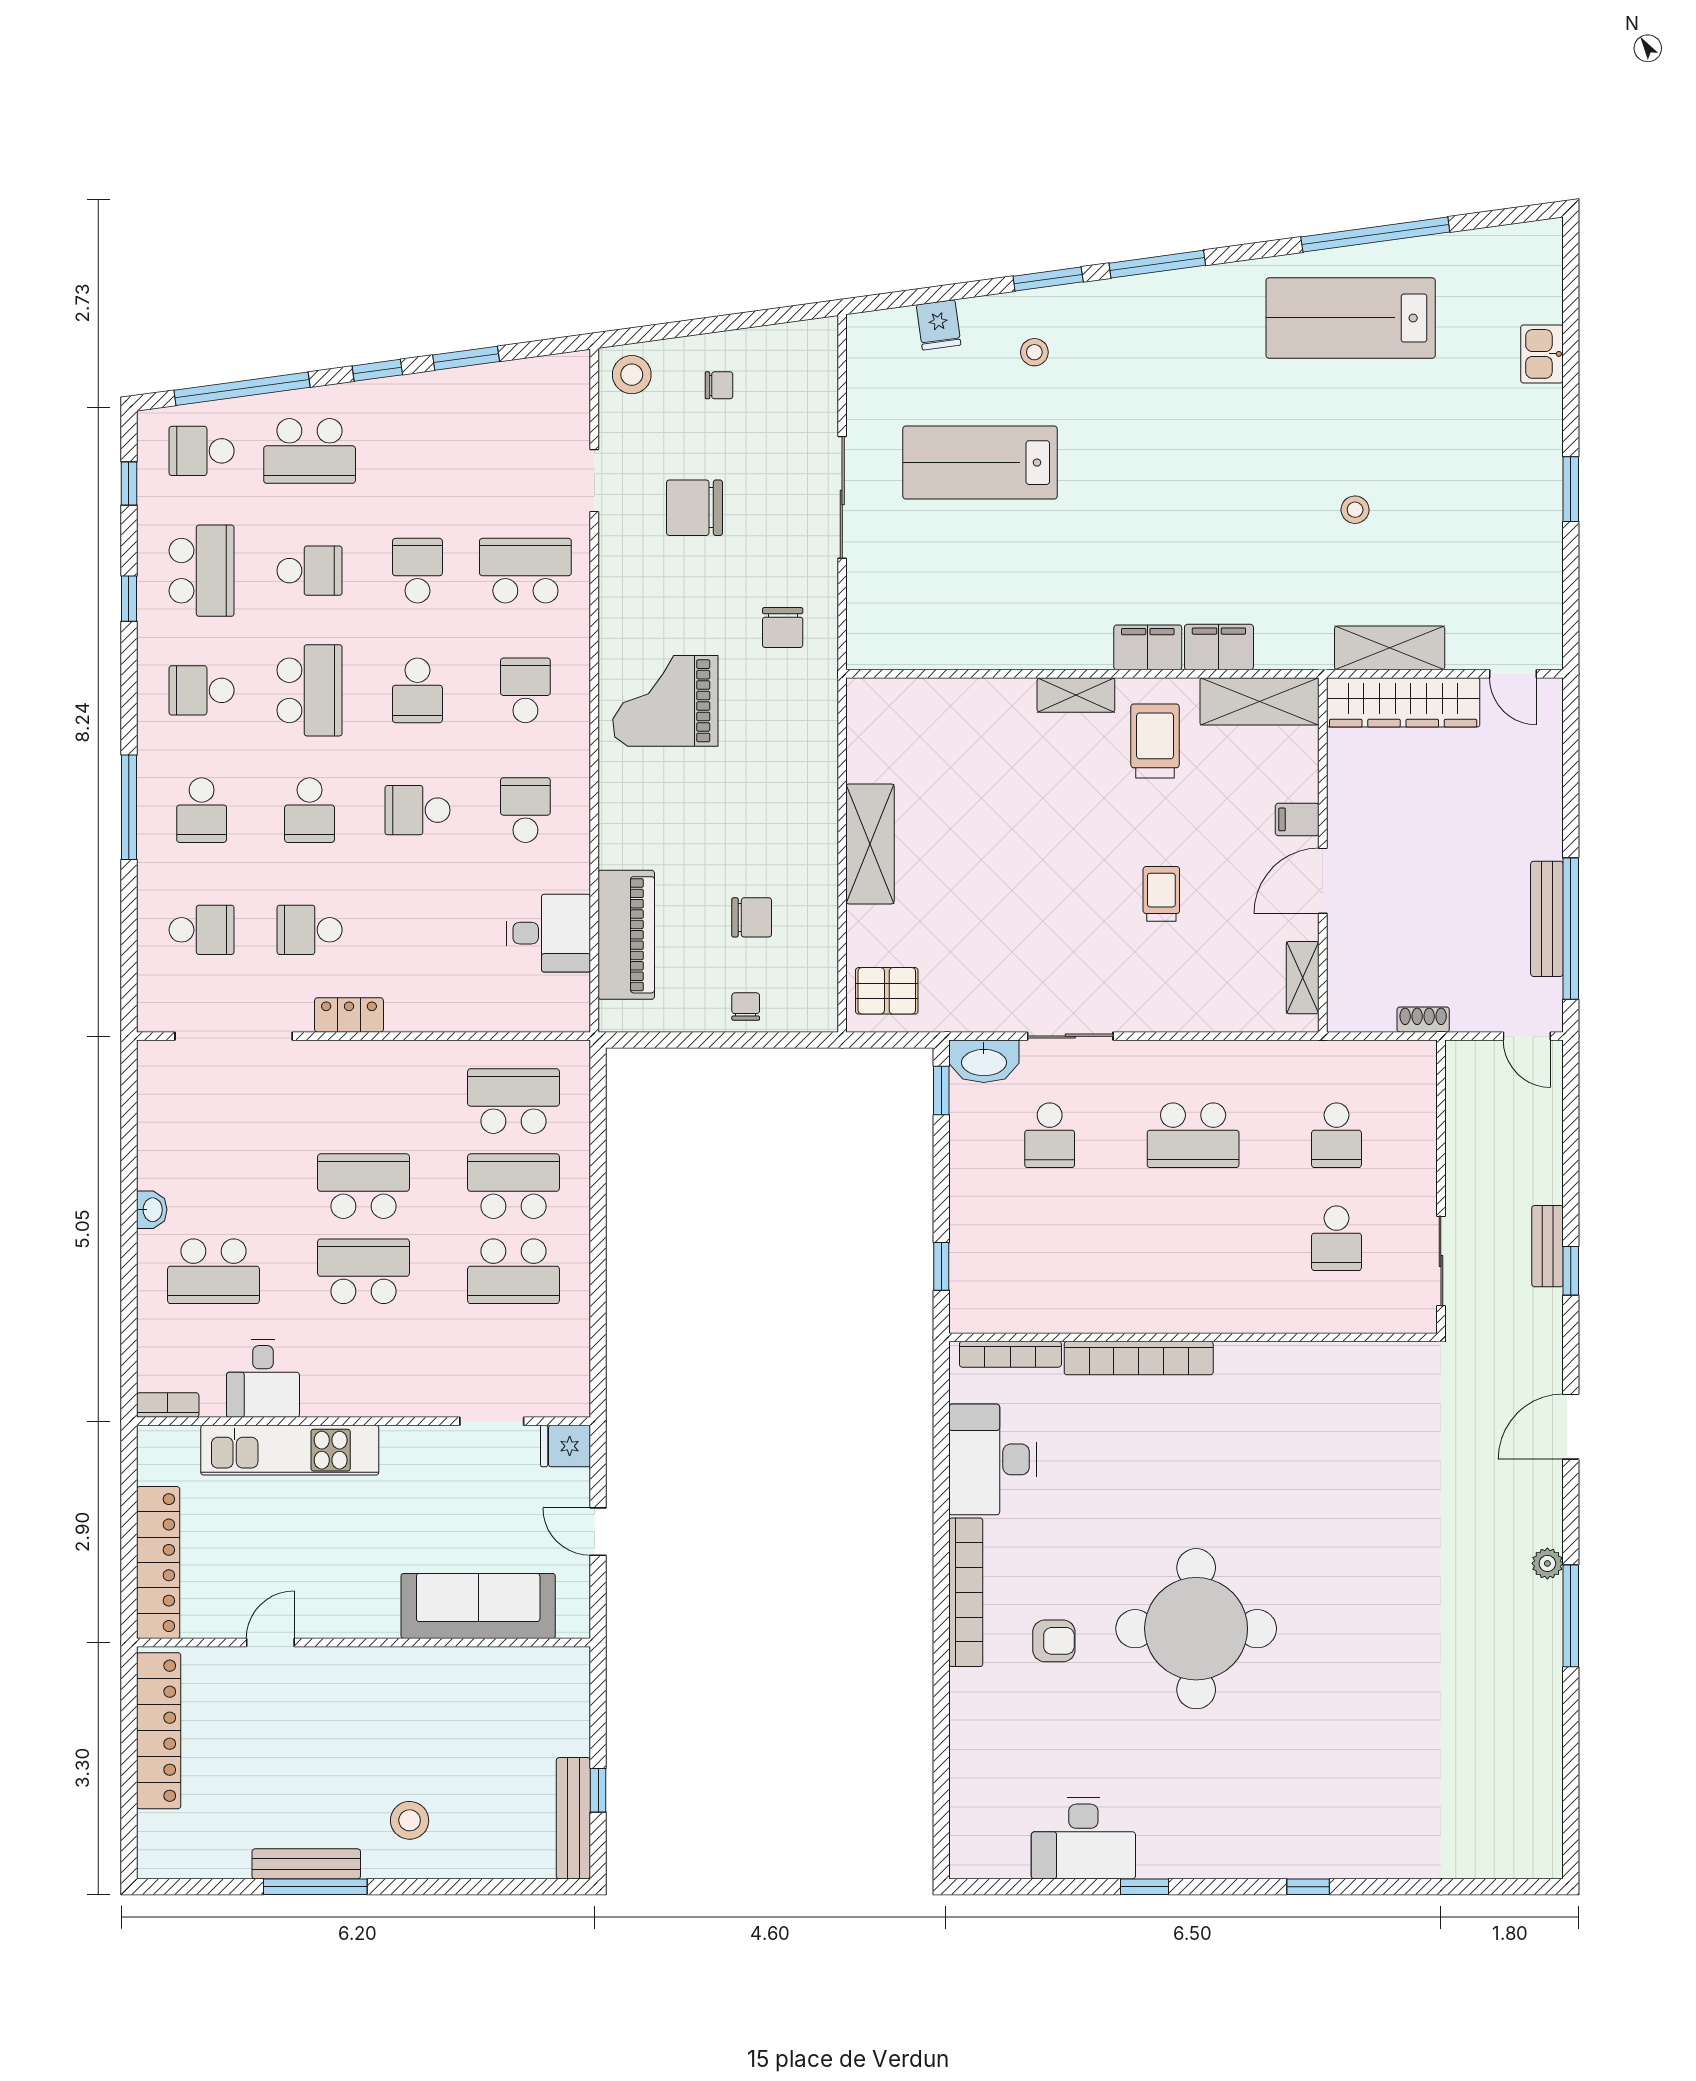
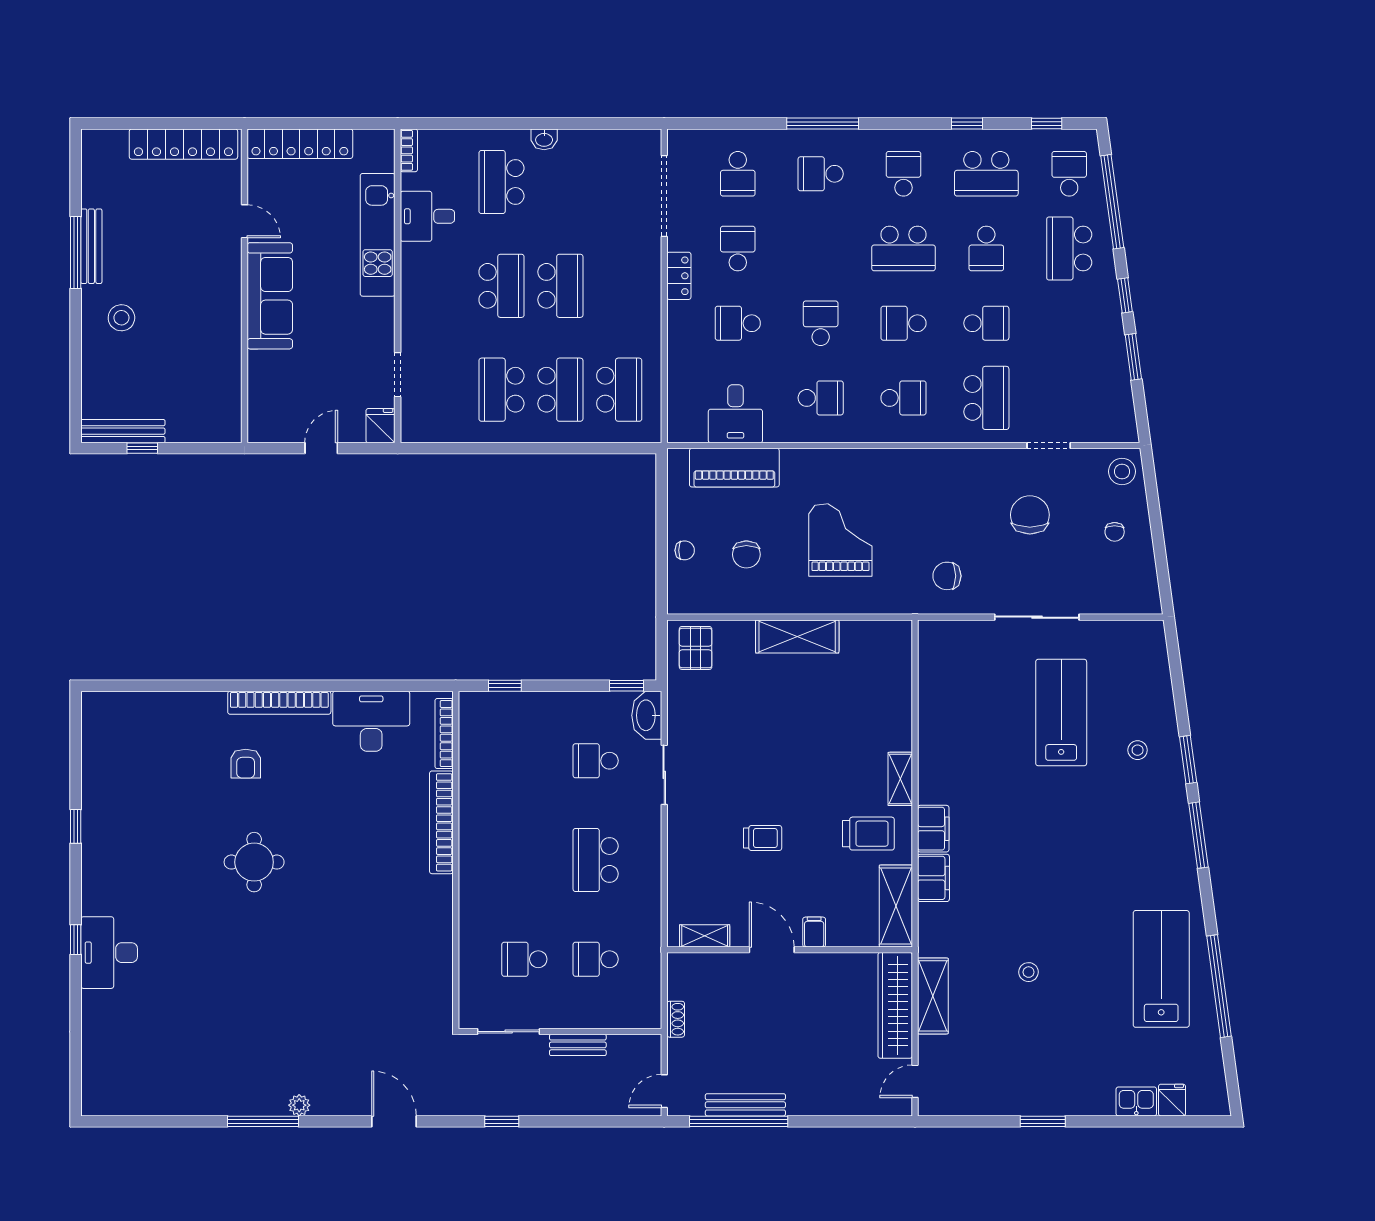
fridge: (939, 325) -> (1172, 1100), moved, turned 98
grand piano: (665, 701) -> (840, 540), moved
school desk: (310, 810) -> (738, 323), moved
bench: (1547, 1246) -> (578, 1045), moved
sofa: (478, 1606) -> (270, 296), moved
round table: (1196, 1629) -> (254, 862), width x0.54, depth x0.54
desk: (1083, 1838) -> (109, 953), moved

